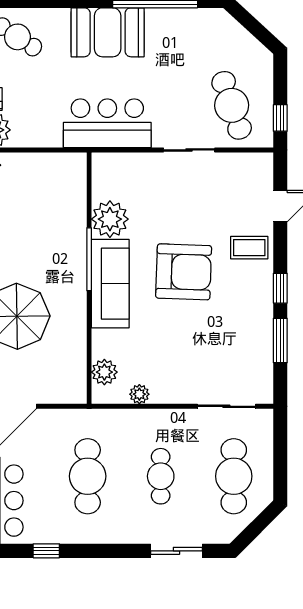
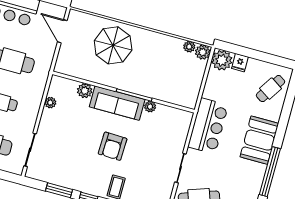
plant: (110, 219) -> (150, 107), width x0.53, depth x0.53
armchair: (184, 272) -> (113, 146), width x0.73, depth x0.73
plant: (104, 372) -> (85, 91), moved

